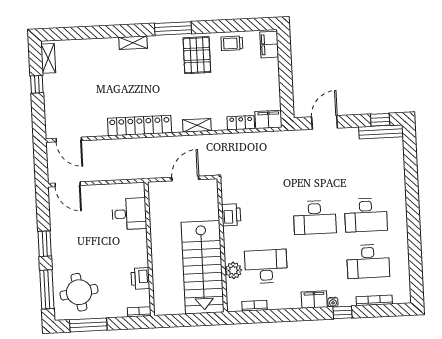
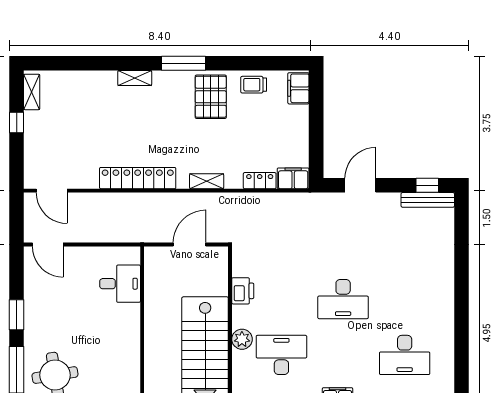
desk: (366, 215) -> (405, 299), removed
plant: (233, 270) -> (242, 339), moved
printer: (140, 278) -> (130, 362), removed

